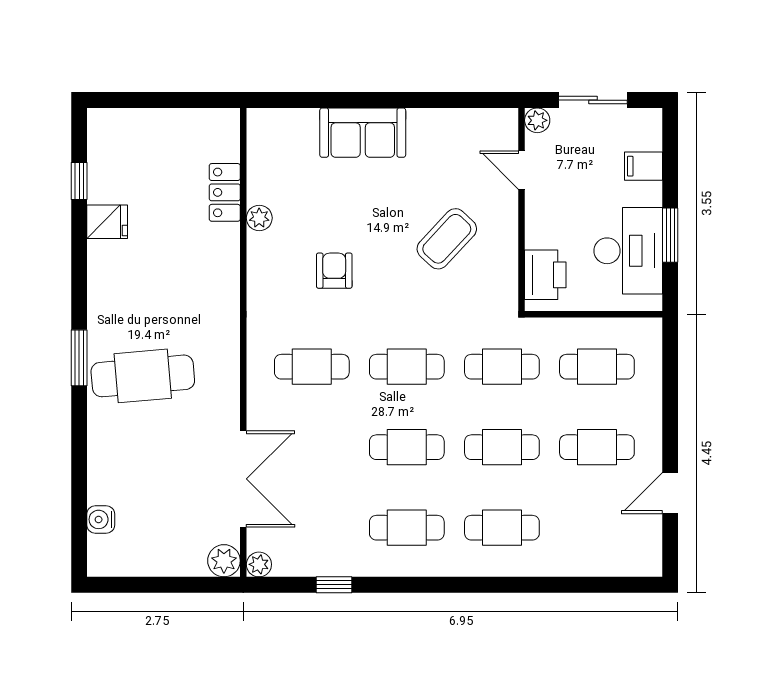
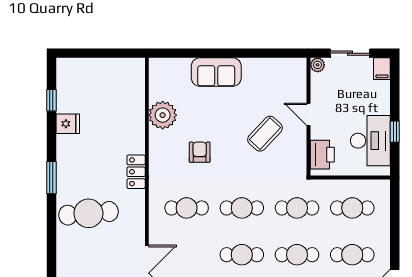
filing cabinet: (643, 166) -> (382, 69), moved, turned -90
door: (522, 170) -> (308, 114), moved
locker: (225, 192) -> (136, 172), moved
plant: (259, 218) -> (163, 115), width x1.88, depth x1.88
window: (670, 235) -> (395, 132), width x0.67
window: (79, 358) -> (51, 178), moved

